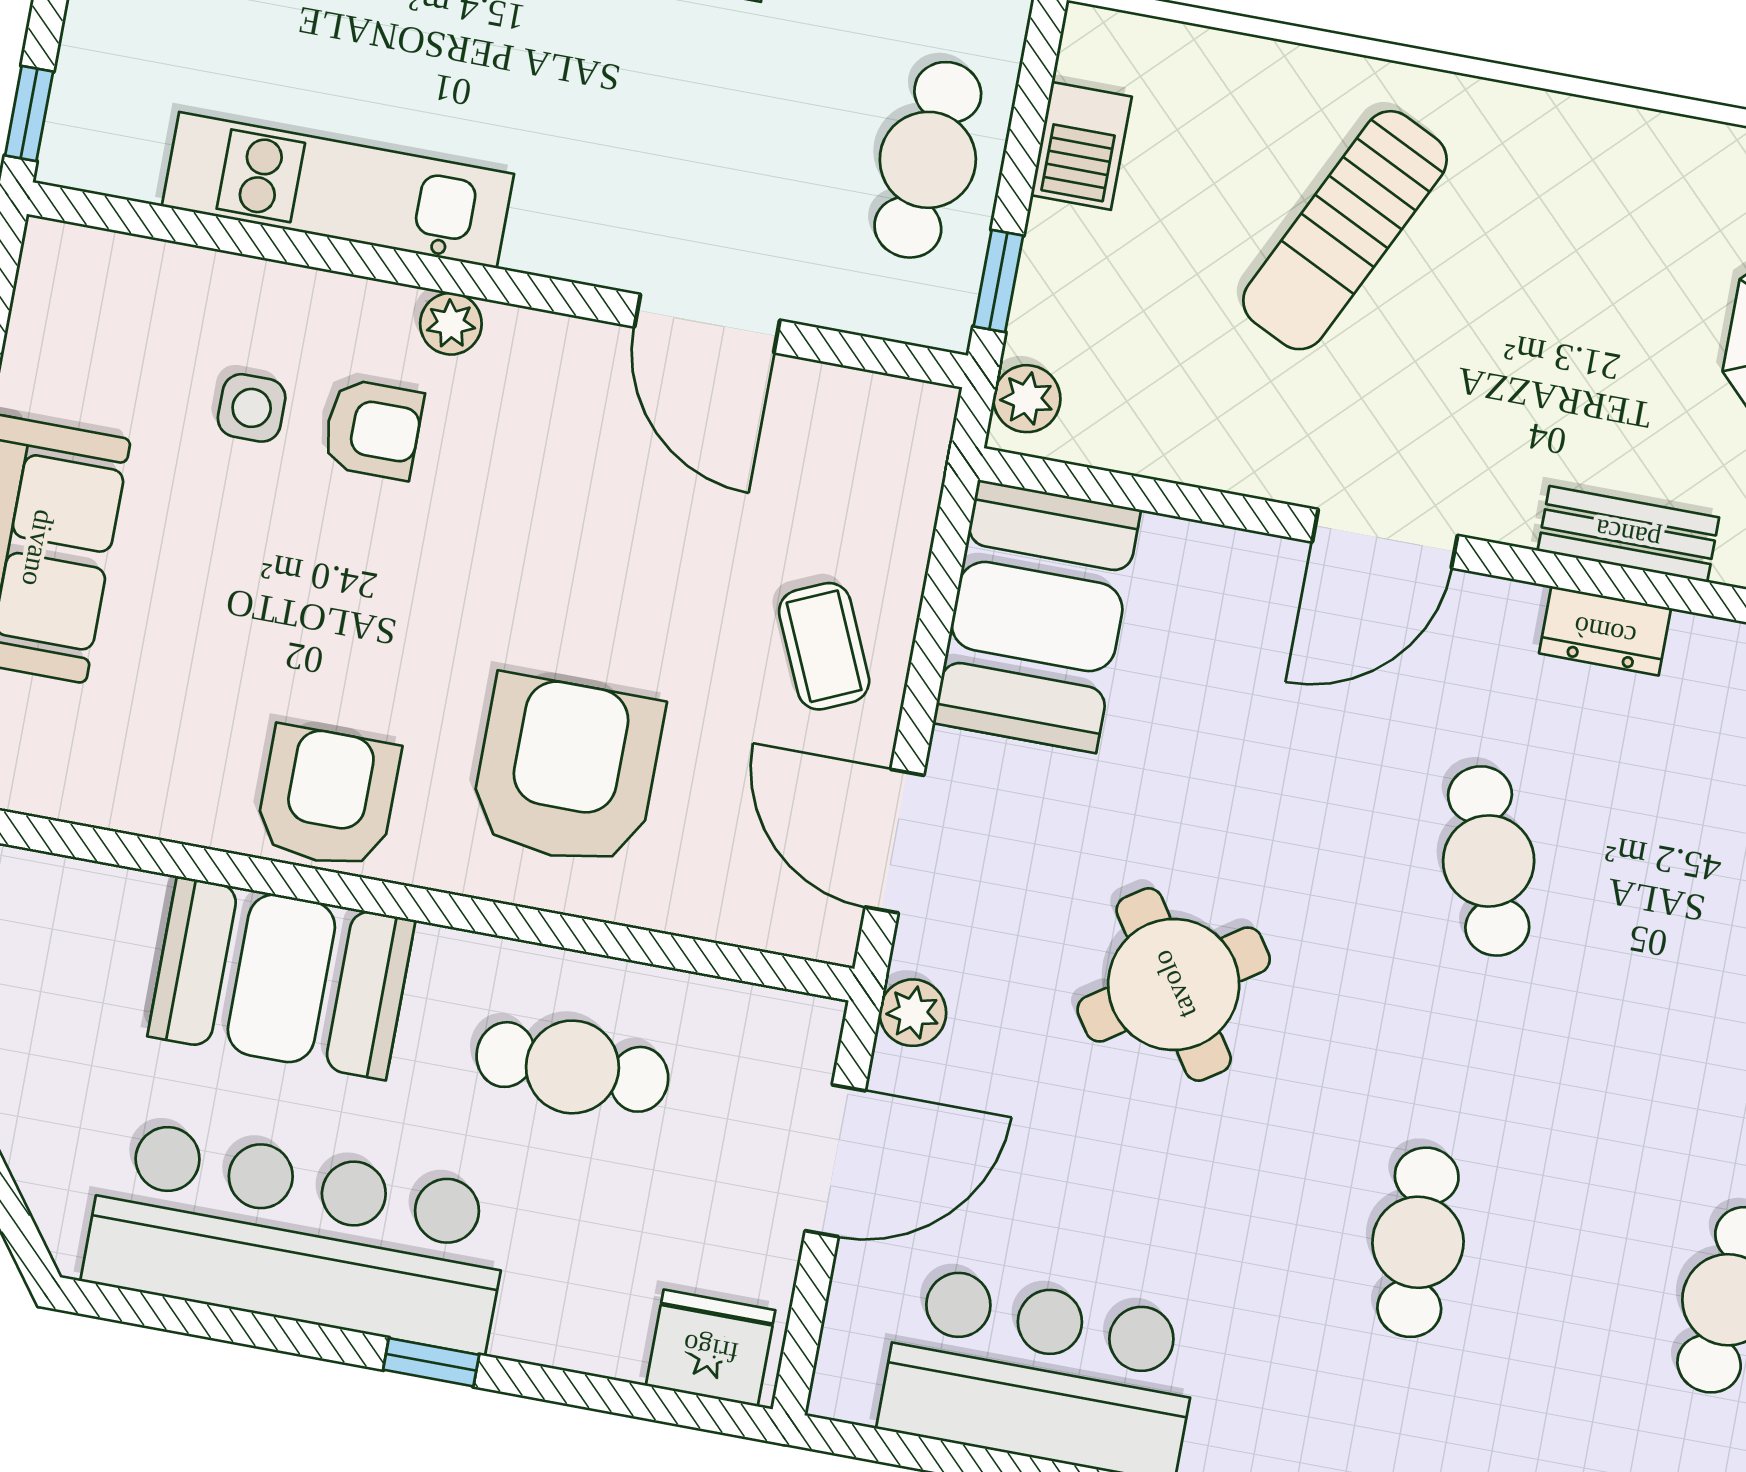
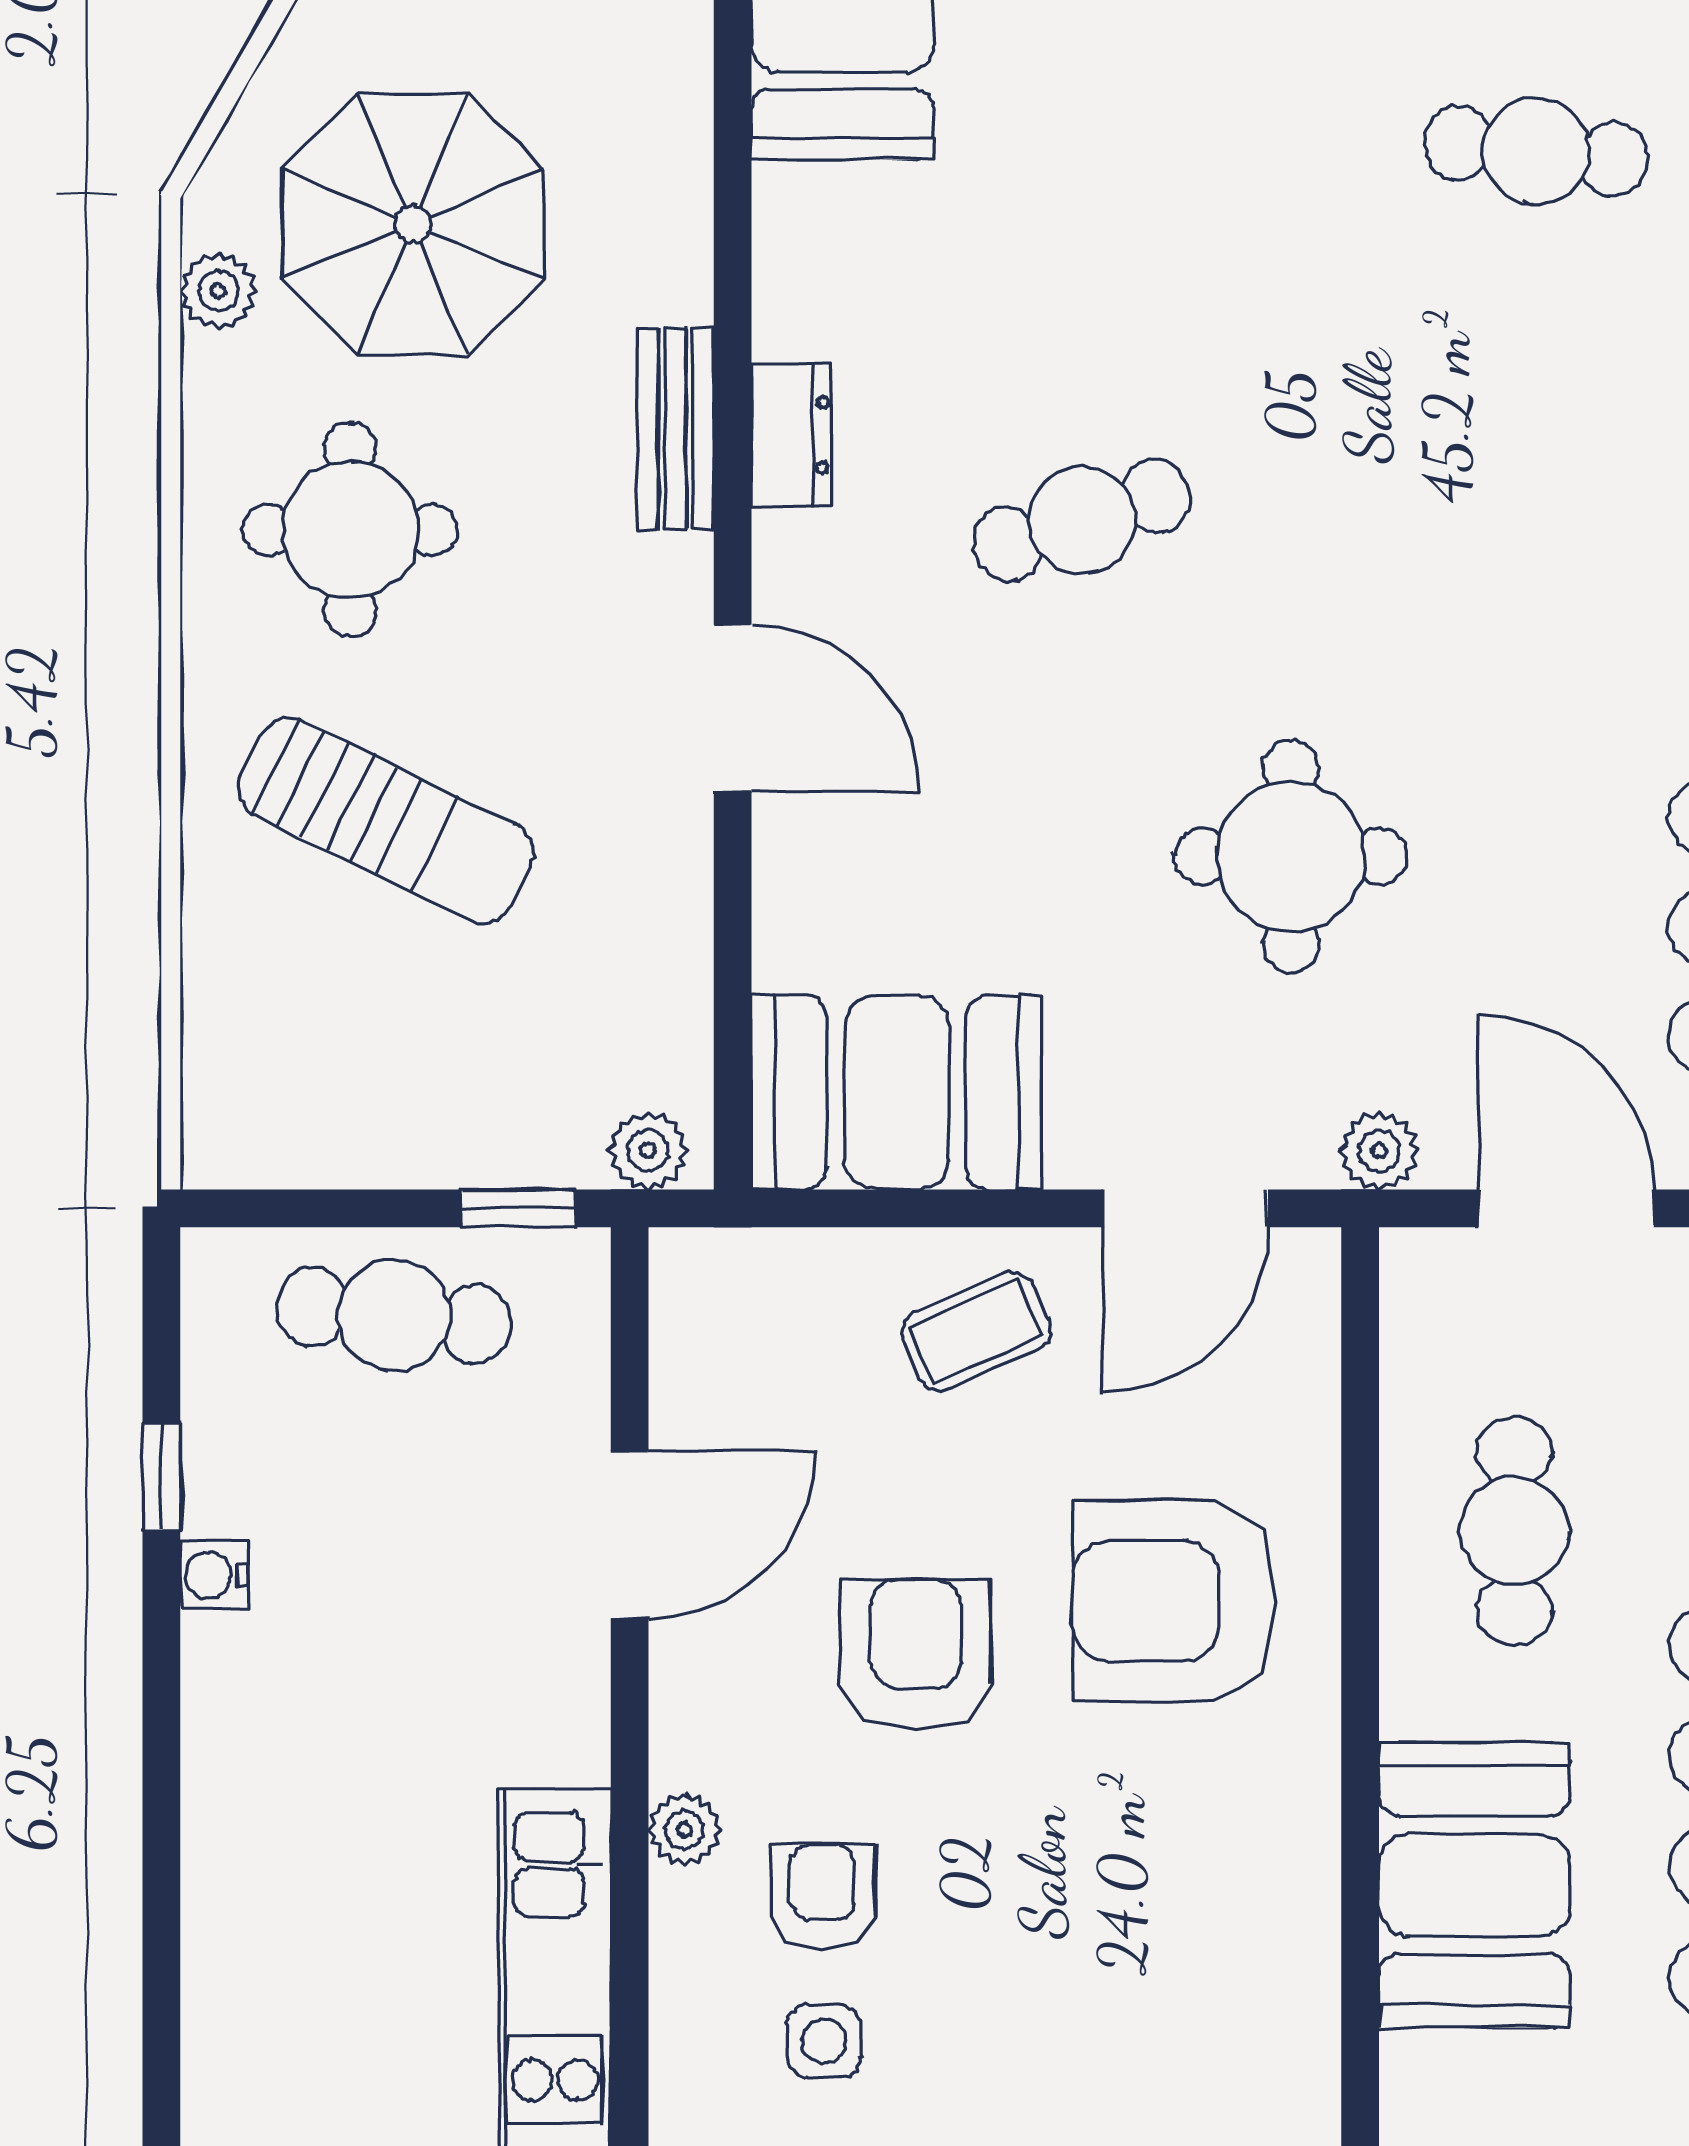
barbecue: (1081, 146) -> (345, 1142), removed
round table: (1594, 245) -> (350, 530), added
armchair: (328, 797) -> (916, 1655), moved, turned 90
round table: (1174, 984) -> (1291, 856), turned 34
cafe table: (1418, 1242) -> (1536, 520), removed

